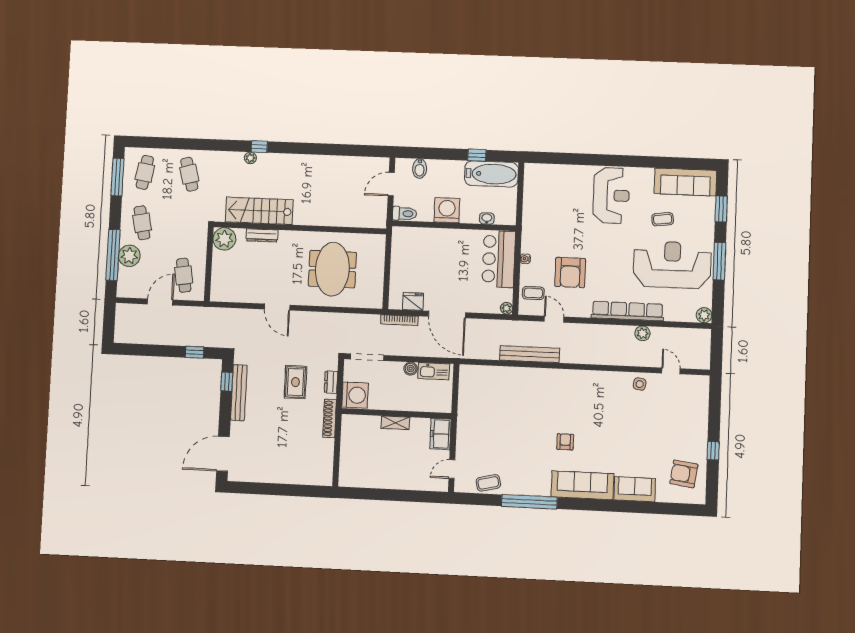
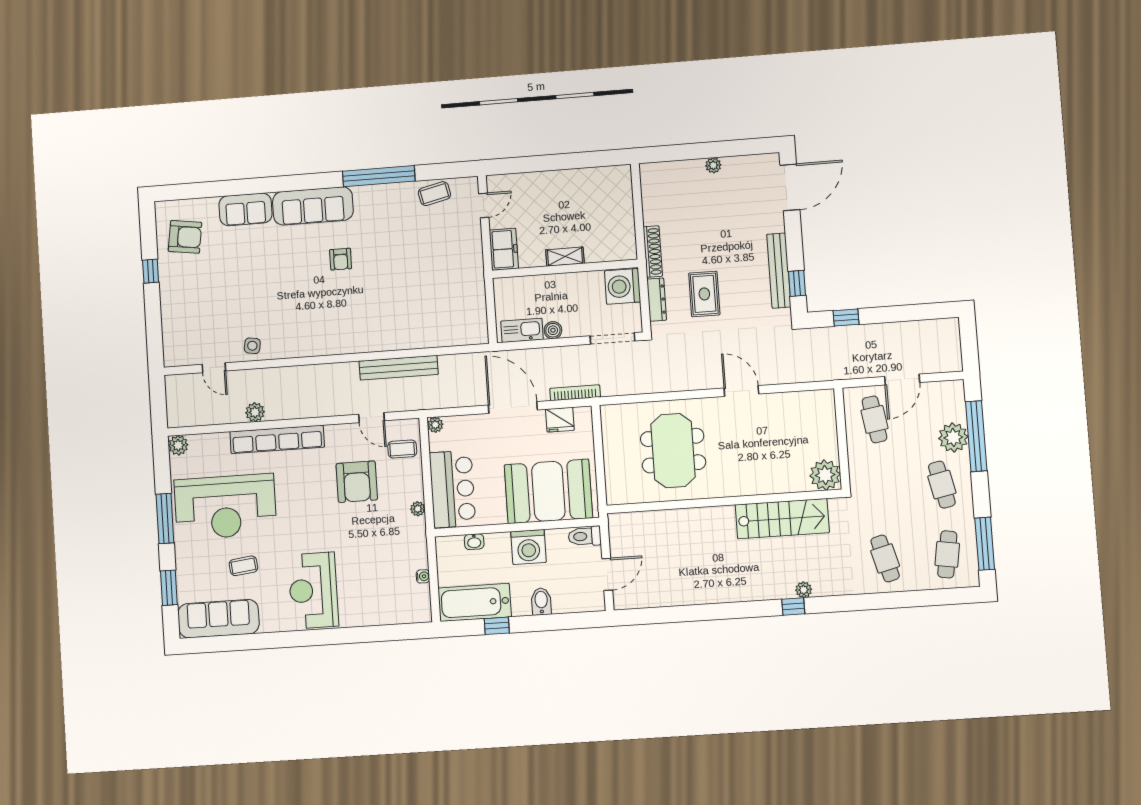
bidet: (420, 169) -> (541, 601), moved
dresser: (262, 235) -> (774, 486), removed
plant: (526, 247) -> (418, 509), added
booth: (428, 249) -> (548, 491), added
water cooler: (525, 259) -> (423, 576), moved
armchair: (570, 273) -> (357, 482), turned 180
dresser: (331, 382) -> (657, 300), width x1.44
plant: (277, 478) -> (713, 165), added

